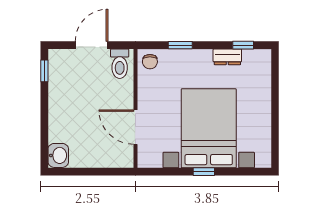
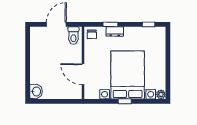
dresser: (227, 57) -> (115, 31), moved
window: (44, 71) -> (28, 40), removed
plant: (263, 160) -> (161, 94), added

